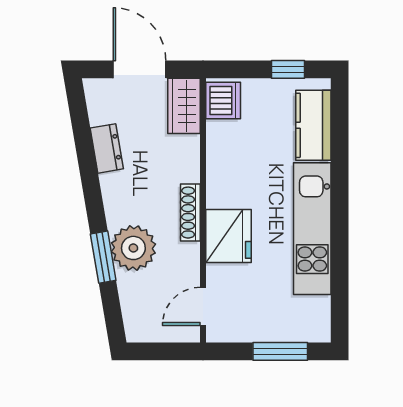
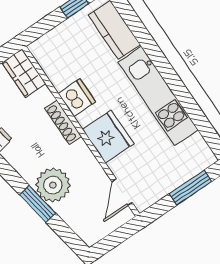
dishwasher: (223, 100) -> (77, 98), moved
shoe rack: (190, 213) -> (63, 122), moved

